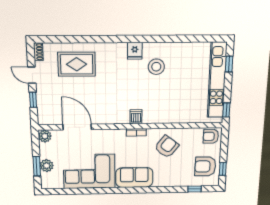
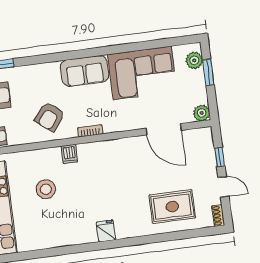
stool: (156, 67) -> (46, 189), moved
dishwasher: (136, 117) -> (69, 154), moved
plant: (47, 166) -> (194, 60), moved

